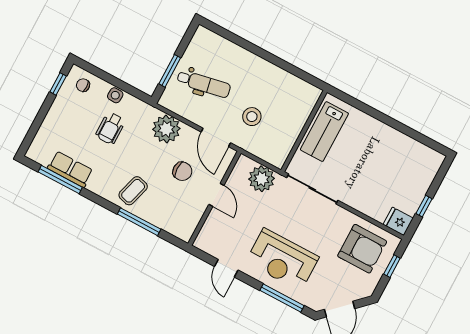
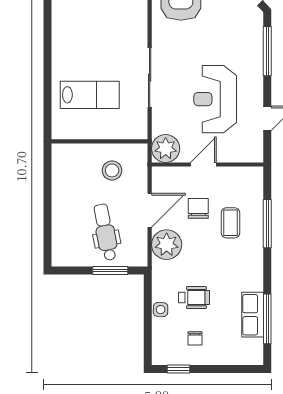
chair: (83, 85) -> (195, 338), moved
wall: (304, 131) -> (99, 141), moved
door: (216, 137) -> (150, 210), moved
plant: (262, 179) -> (166, 149), moved
coffee table: (133, 191) -> (230, 223), moved, turned 74
reception desk: (282, 260) -> (215, 99), moved, turned 180

